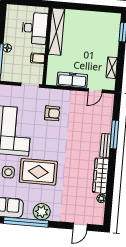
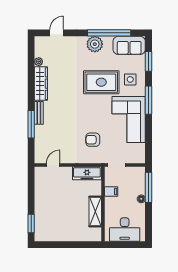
desk: (35, 28) -> (125, 229), moved, turned -90
shelving: (56, 32) -> (95, 211), width x0.68
shelving: (112, 68) -> (39, 188), removed
freezer: (72, 80) -> (87, 173), moved

